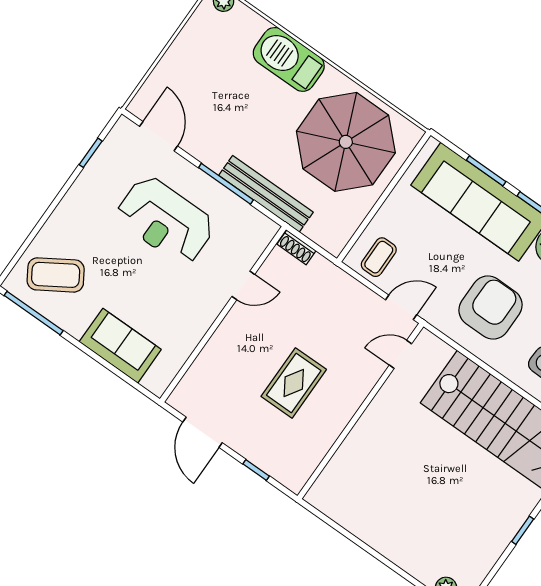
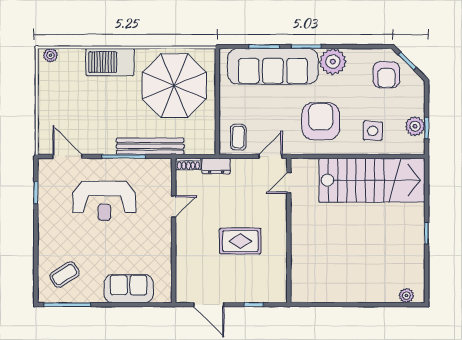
dresser: (328, 273) -> (216, 166), added
coffee table: (56, 275) -> (65, 275), width x0.73, depth x0.77
rug: (294, 383) -> (240, 241), turned 90

